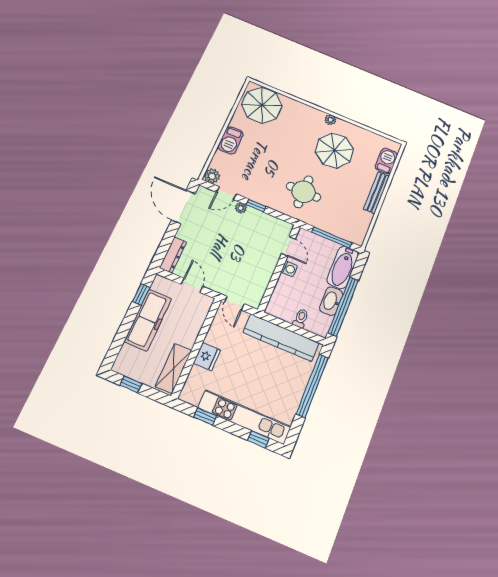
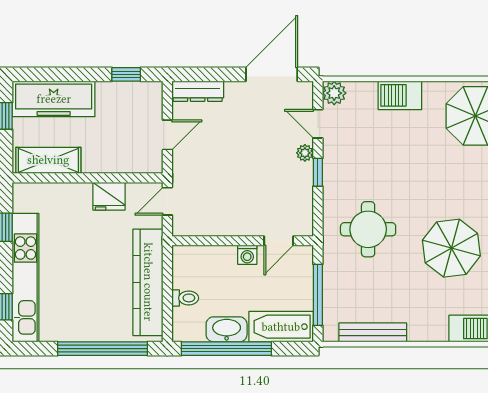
bench: (376, 193) -> (373, 332), moved
freezer: (148, 320) -> (54, 99), moved
fridge: (207, 357) -> (109, 196), moved

